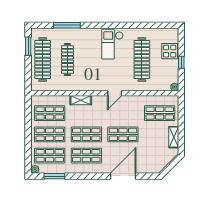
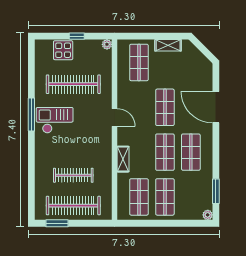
window: (67, 25) -> (31, 114), moved
checkout: (112, 44) -> (55, 120), turned 180
shop shelf: (50, 156) -> (191, 197), removed

